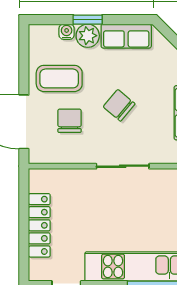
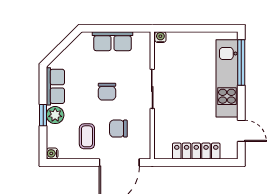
water cooler: (67, 32) -> (52, 153), moved
coffee table: (59, 78) -> (87, 136), width x0.73, depth x0.77
chair: (119, 105) -> (107, 92), turned -40

